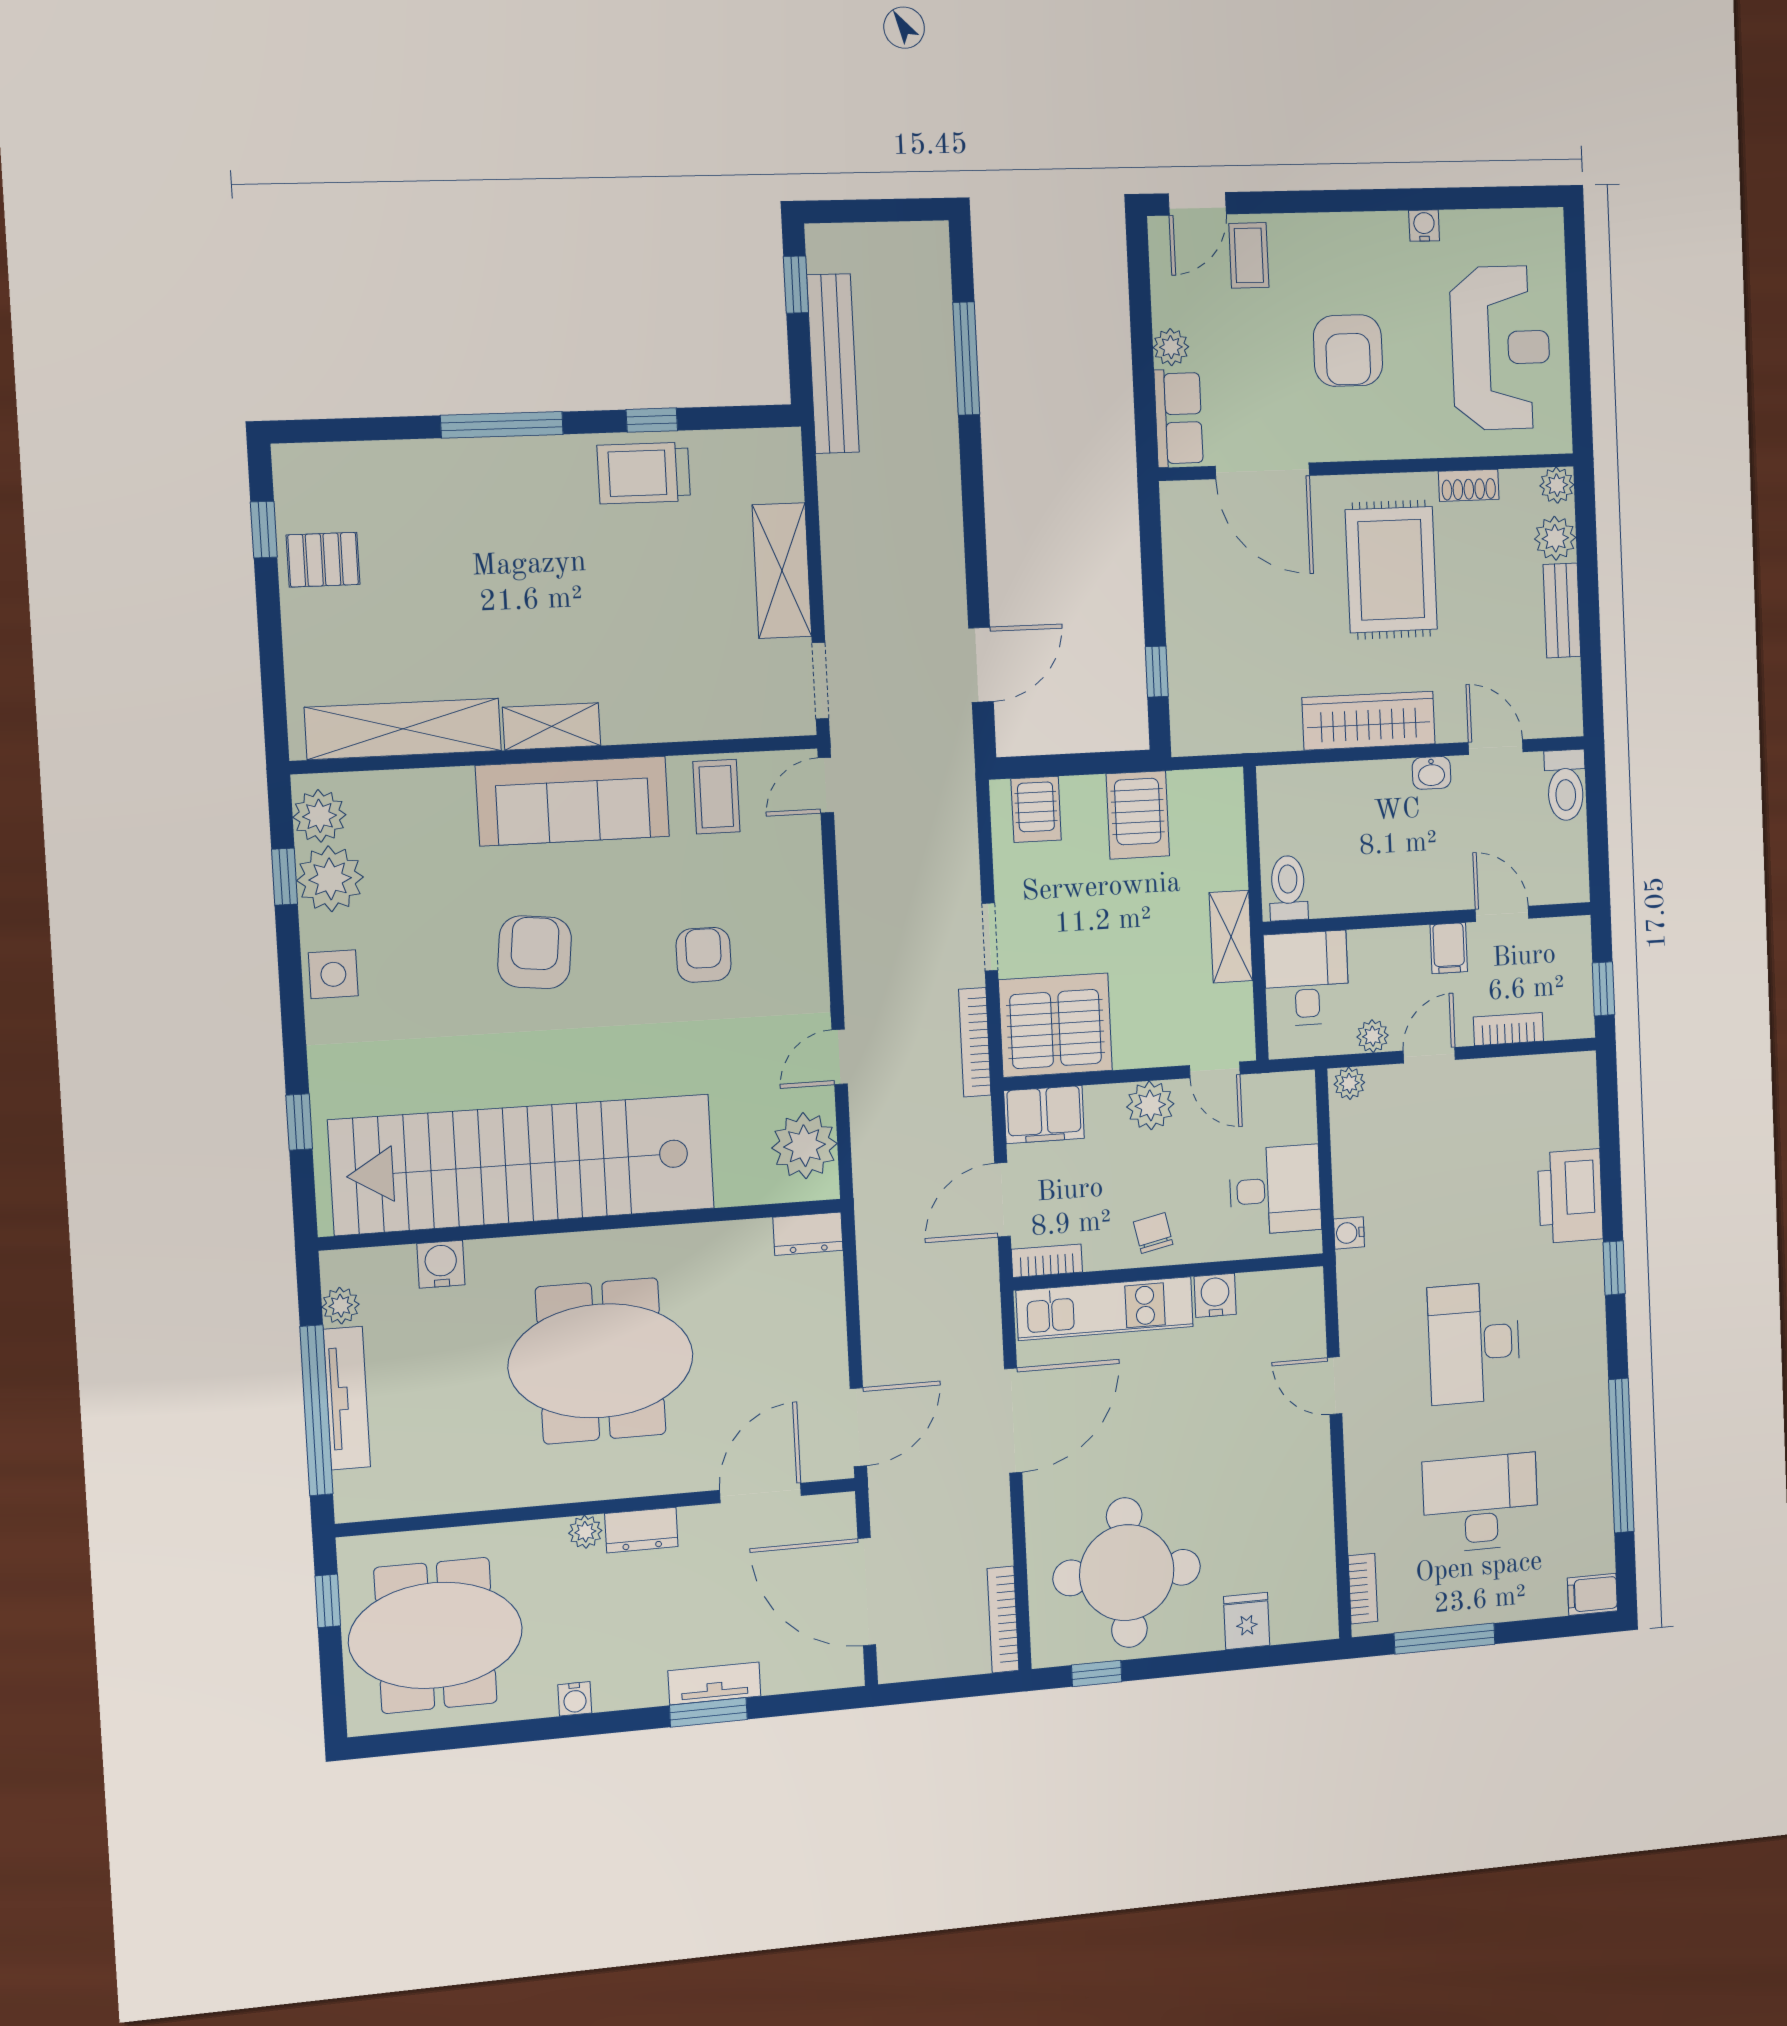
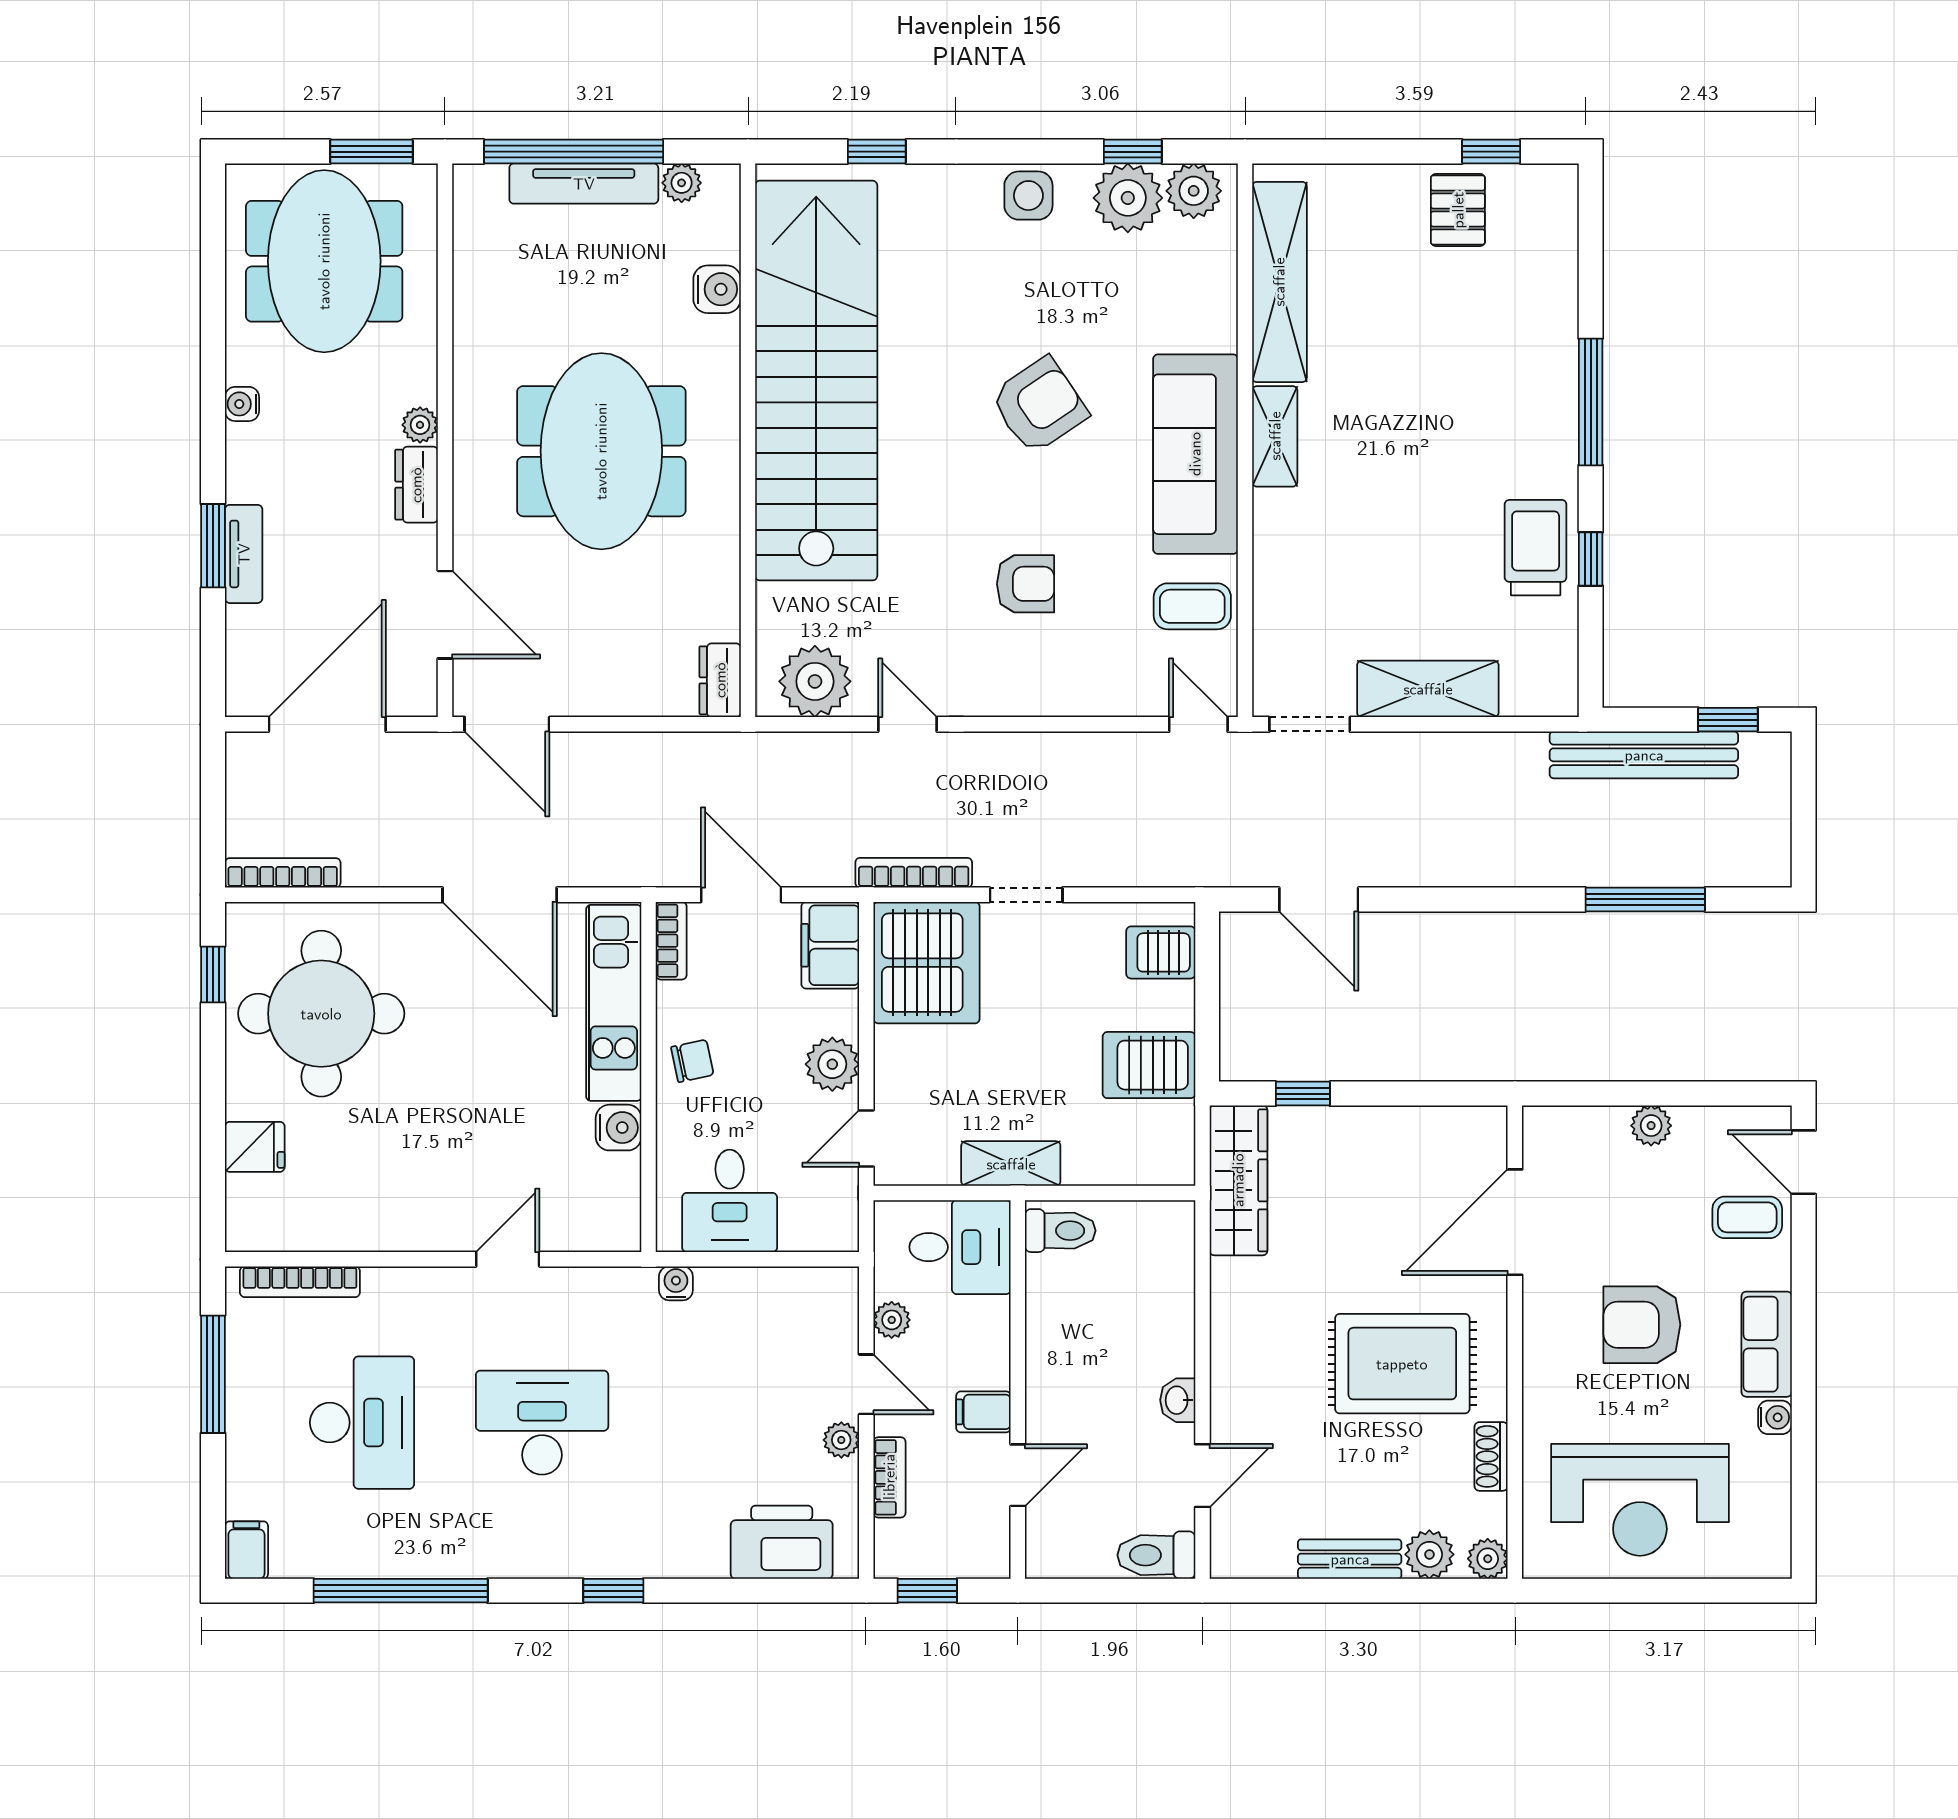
row of seats: (1179, 418) -> (1767, 1344), moved, turned 90
wardrobe: (1369, 721) -> (1238, 1180), moved
armchair: (535, 952) -> (1039, 405), turned -40
plant: (1349, 1083) -> (841, 1440), moved
printer: (1570, 1196) -> (782, 1542), moved
bookcase: (1363, 1589) -> (300, 1282), width x1.56
window: (328, 1601) -> (371, 152), width x1.50

